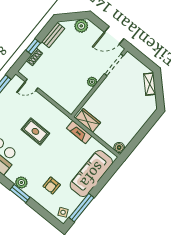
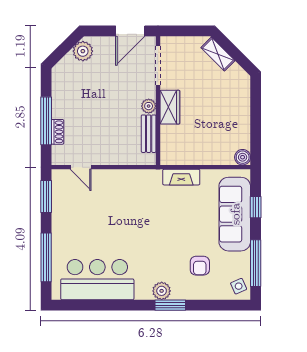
bench: (53, 35) -> (149, 134), moved
window: (33, 47) -> (46, 121), width x2.17
door: (31, 85) -> (81, 167), hinge flipped
wardrobe: (88, 120) -> (170, 107), moved, turned 90
rug: (35, 131) -> (129, 218), removed
window: (105, 179) -> (256, 207), added

